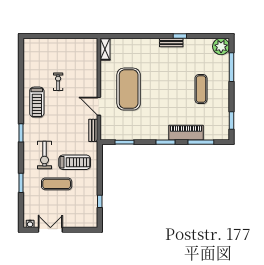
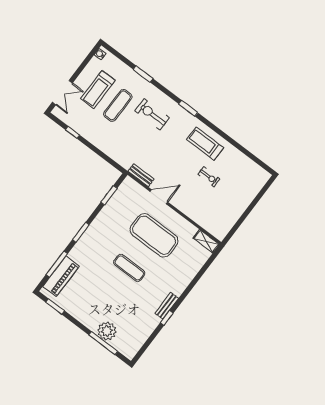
plant: (221, 46) -> (107, 331), moved
exercise mat: (201, 89) -> (129, 268), moved
piano: (186, 133) -> (61, 276), moved
treadmill: (75, 162) -> (98, 89), moved
double door: (50, 230) -> (62, 93), moved

